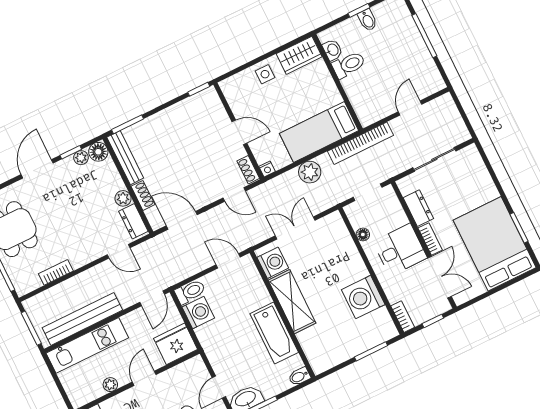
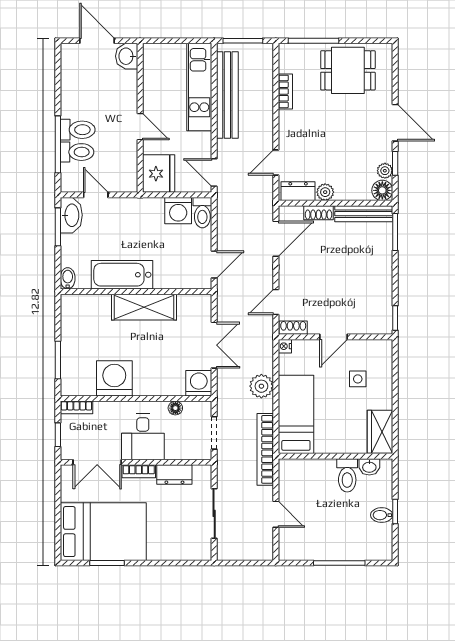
side table: (265, 74) -> (358, 379), moved
washing machine: (273, 263) -> (199, 383), moved, turned 180
plant: (110, 385) -> (150, 91), removed

